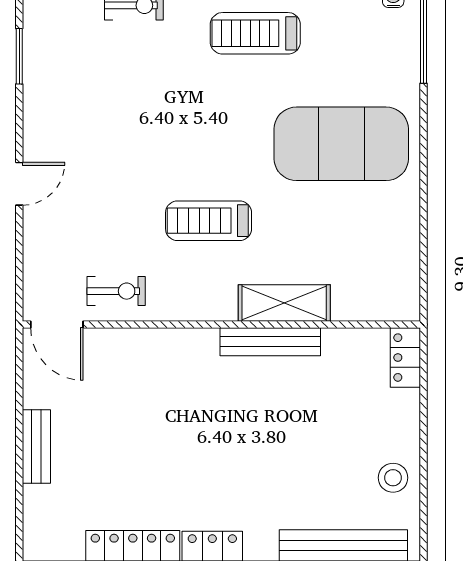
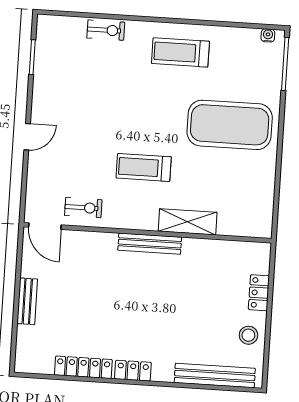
bench: (270, 342) -> (150, 244), moved
locker: (405, 358) -> (259, 293), moved

